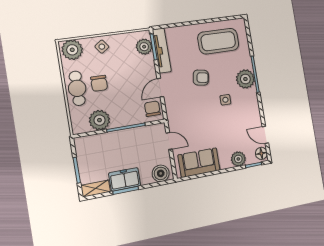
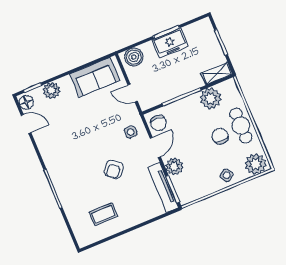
coffee table: (218, 41) -> (103, 214), width x0.54, depth x0.58
plant: (144, 47) -> (174, 166), moved
armchair: (201, 78) -> (114, 169), turned -61
plant: (245, 79) -> (63, 180), removed
side table: (225, 100) -> (131, 132), moved
shelving: (96, 189) -> (217, 74), moved

